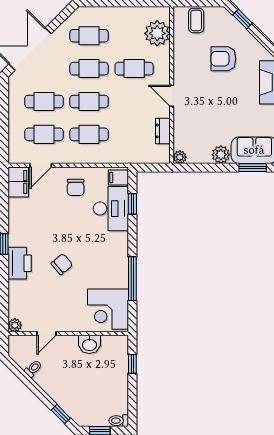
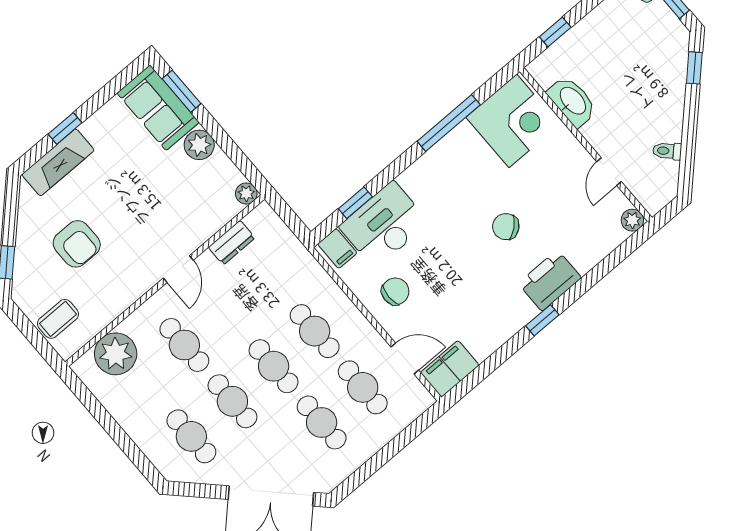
door: (46, 334) -> (609, 172), swing flipped
washbasin: (89, 344) -> (572, 101), width x1.38

